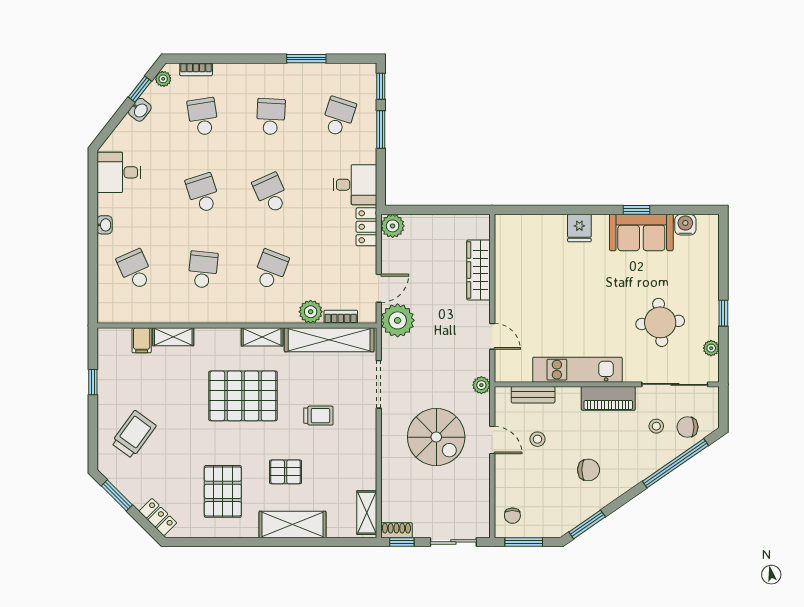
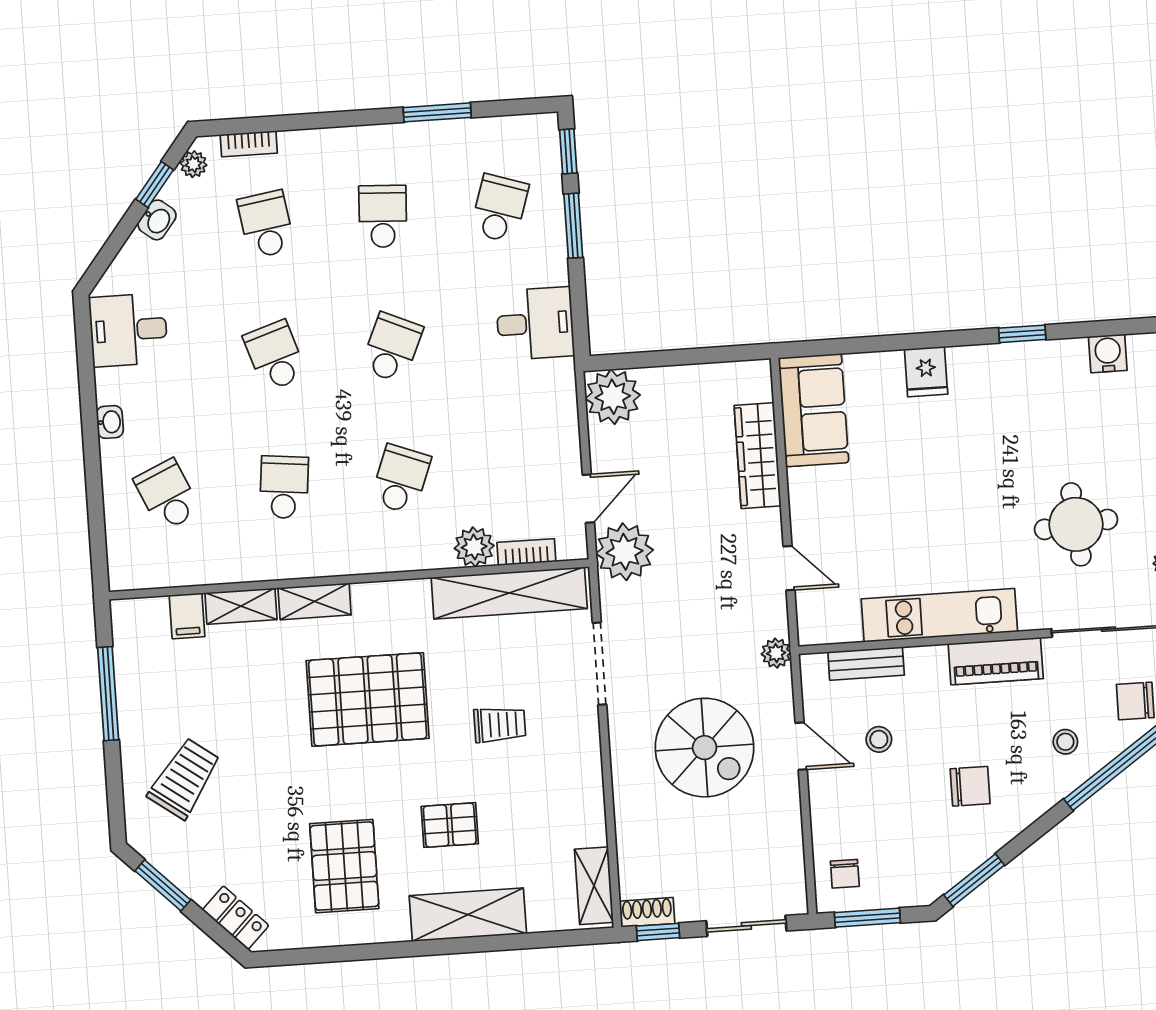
school desk: (271, 193) -> (392, 348), turned 48
plant: (393, 226) -> (613, 397), width x1.36, depth x1.36
locker: (366, 227) -> (560, 394), removed
sofa: (641, 232) -> (814, 410), moved, turned -90
shelving: (262, 337) -> (315, 601), moved
window: (93, 382) -> (108, 694), width x2.17
stool: (656, 426) -> (1065, 742), moved

